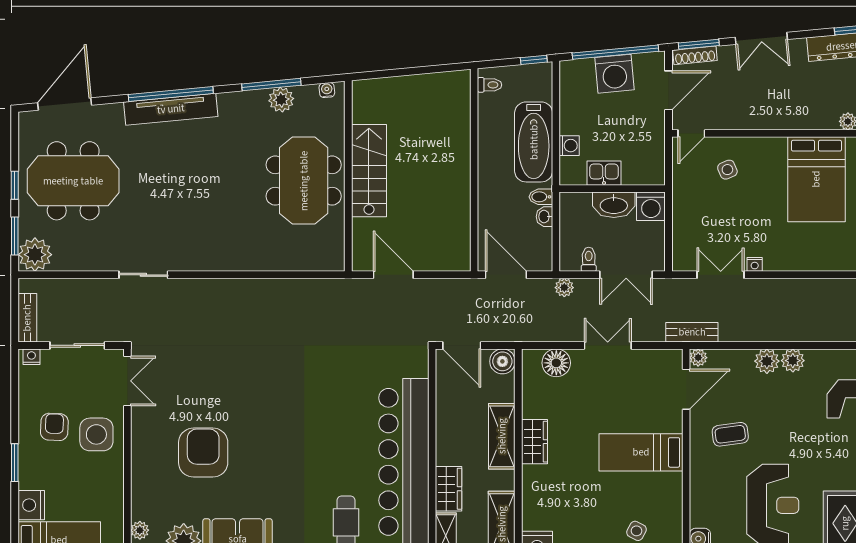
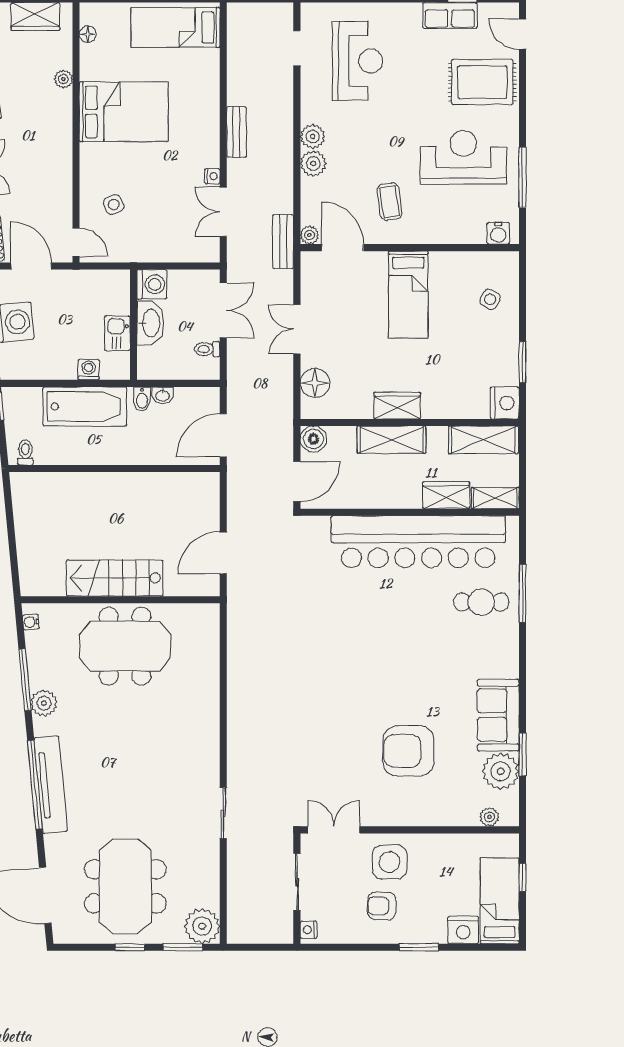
plant: (281, 100) -> (44, 703), moved
plant: (564, 288) -> (237, 375), removed
bench: (27, 318) -> (236, 132), moved, turned 90

